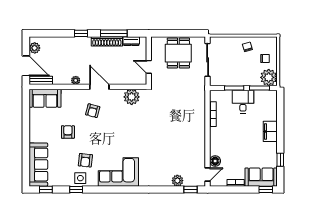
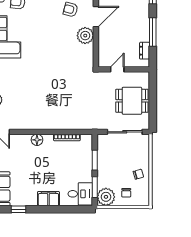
shoe rack: (107, 41) -> (144, 25), removed
plant: (132, 97) -> (85, 36), moved
desk: (243, 102) -> (80, 194), moved
floor lamp: (215, 161) -> (37, 140), moved

